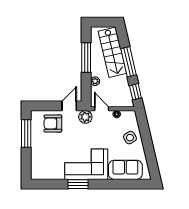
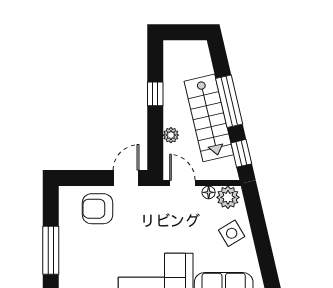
stairs: (112, 52) -> (209, 118), moved
window: (86, 58) -> (155, 94), width x0.46
plant: (85, 117) -> (228, 197), moved
window: (26, 133) -> (51, 250), moved

